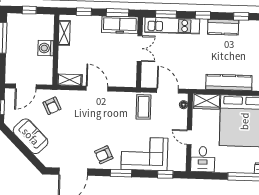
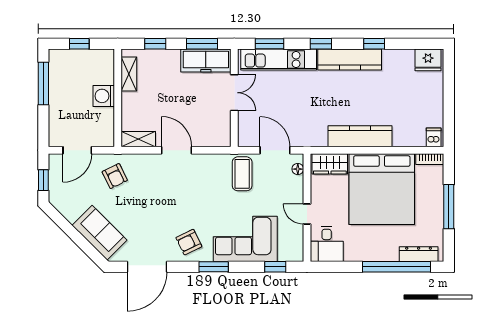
kitchen counter: (223, 27) -> (350, 59), width x1.50
sofa: (31, 136) -> (100, 233), moved

